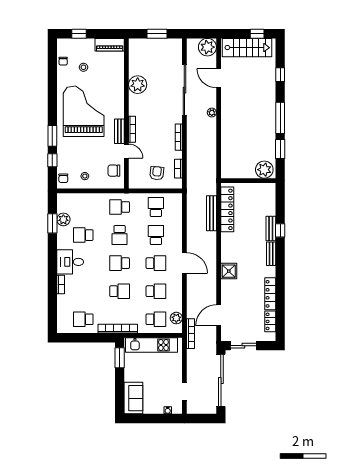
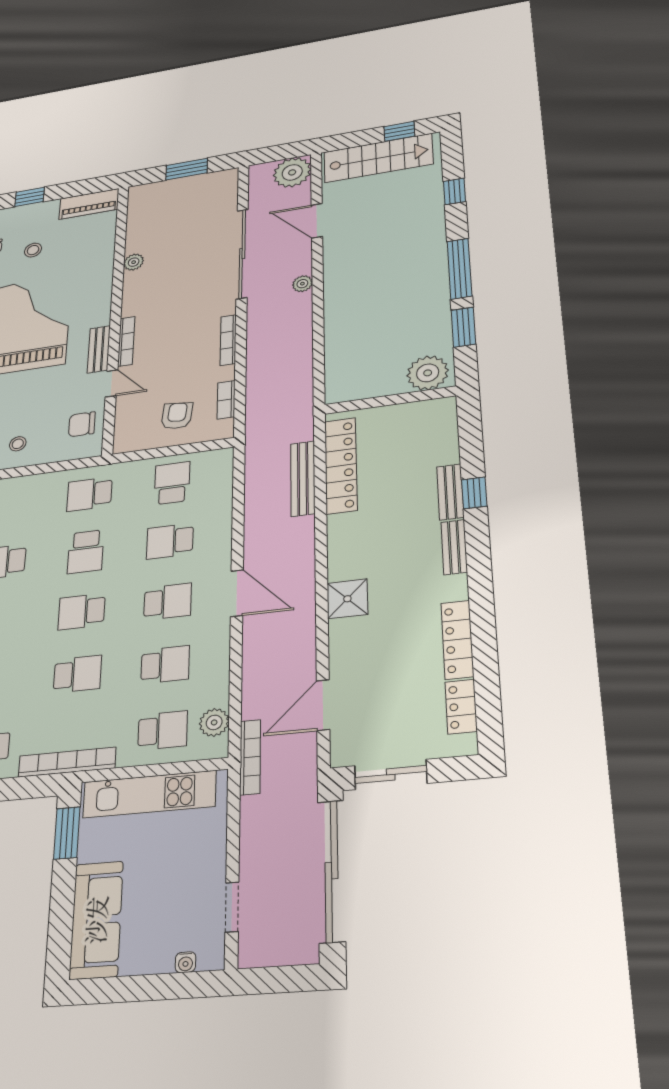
plant: (138, 85) -> (134, 262), width x0.53, depth x0.53
school desk: (156, 235) -> (170, 541), turned -90
sofa: (133, 398) -> (96, 920), width x1.36

